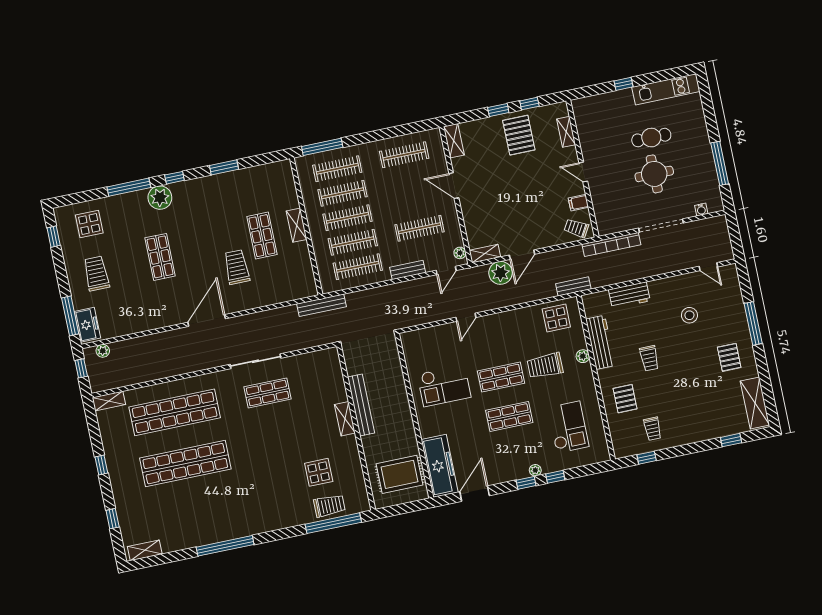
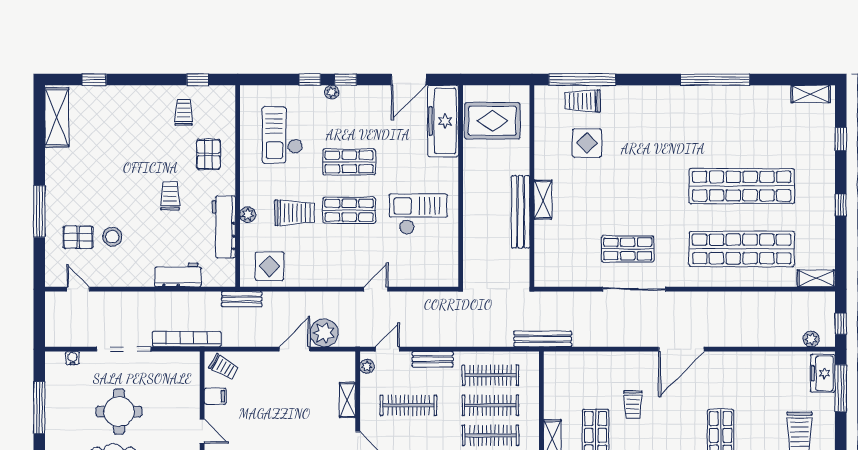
shelving: (485, 254) -> (347, 400), moved, turned 90
trolley: (237, 267) -> (633, 405), width x0.73, depth x0.72
pallet: (729, 357) -> (78, 237), moved, turned 90

